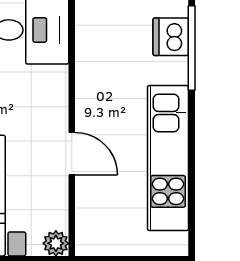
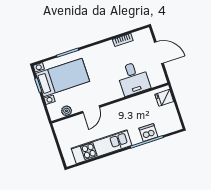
plant: (56, 243) -> (66, 111), moved

